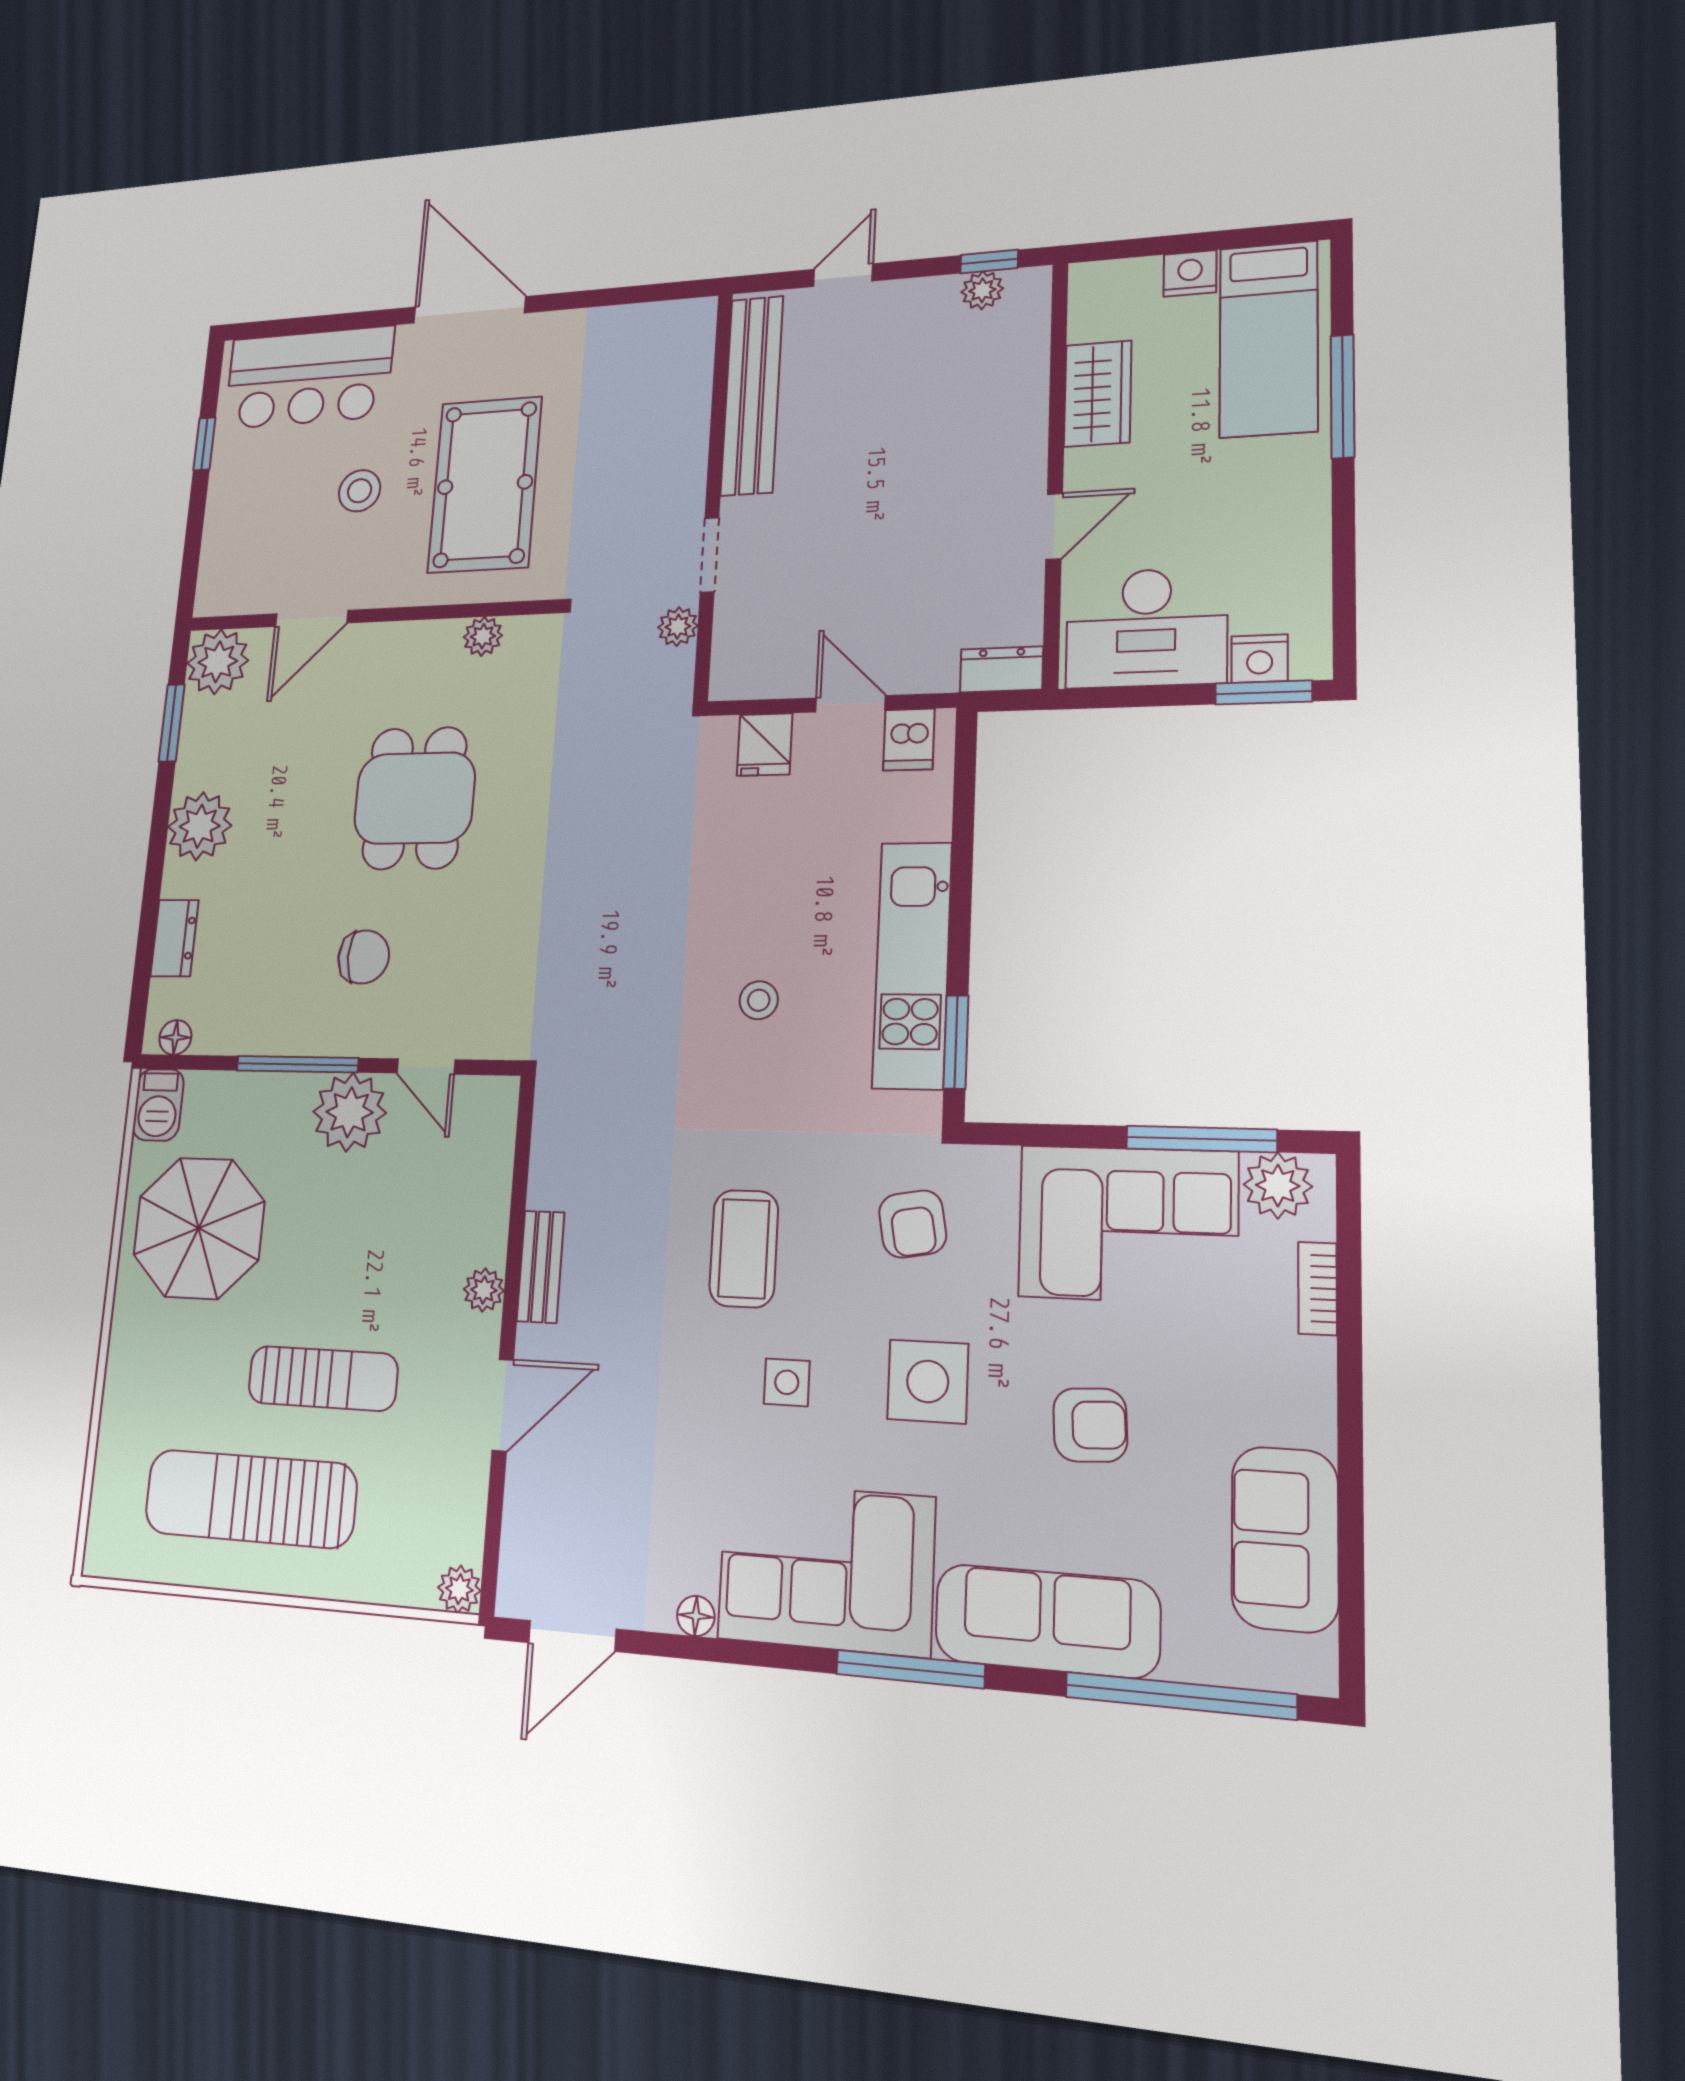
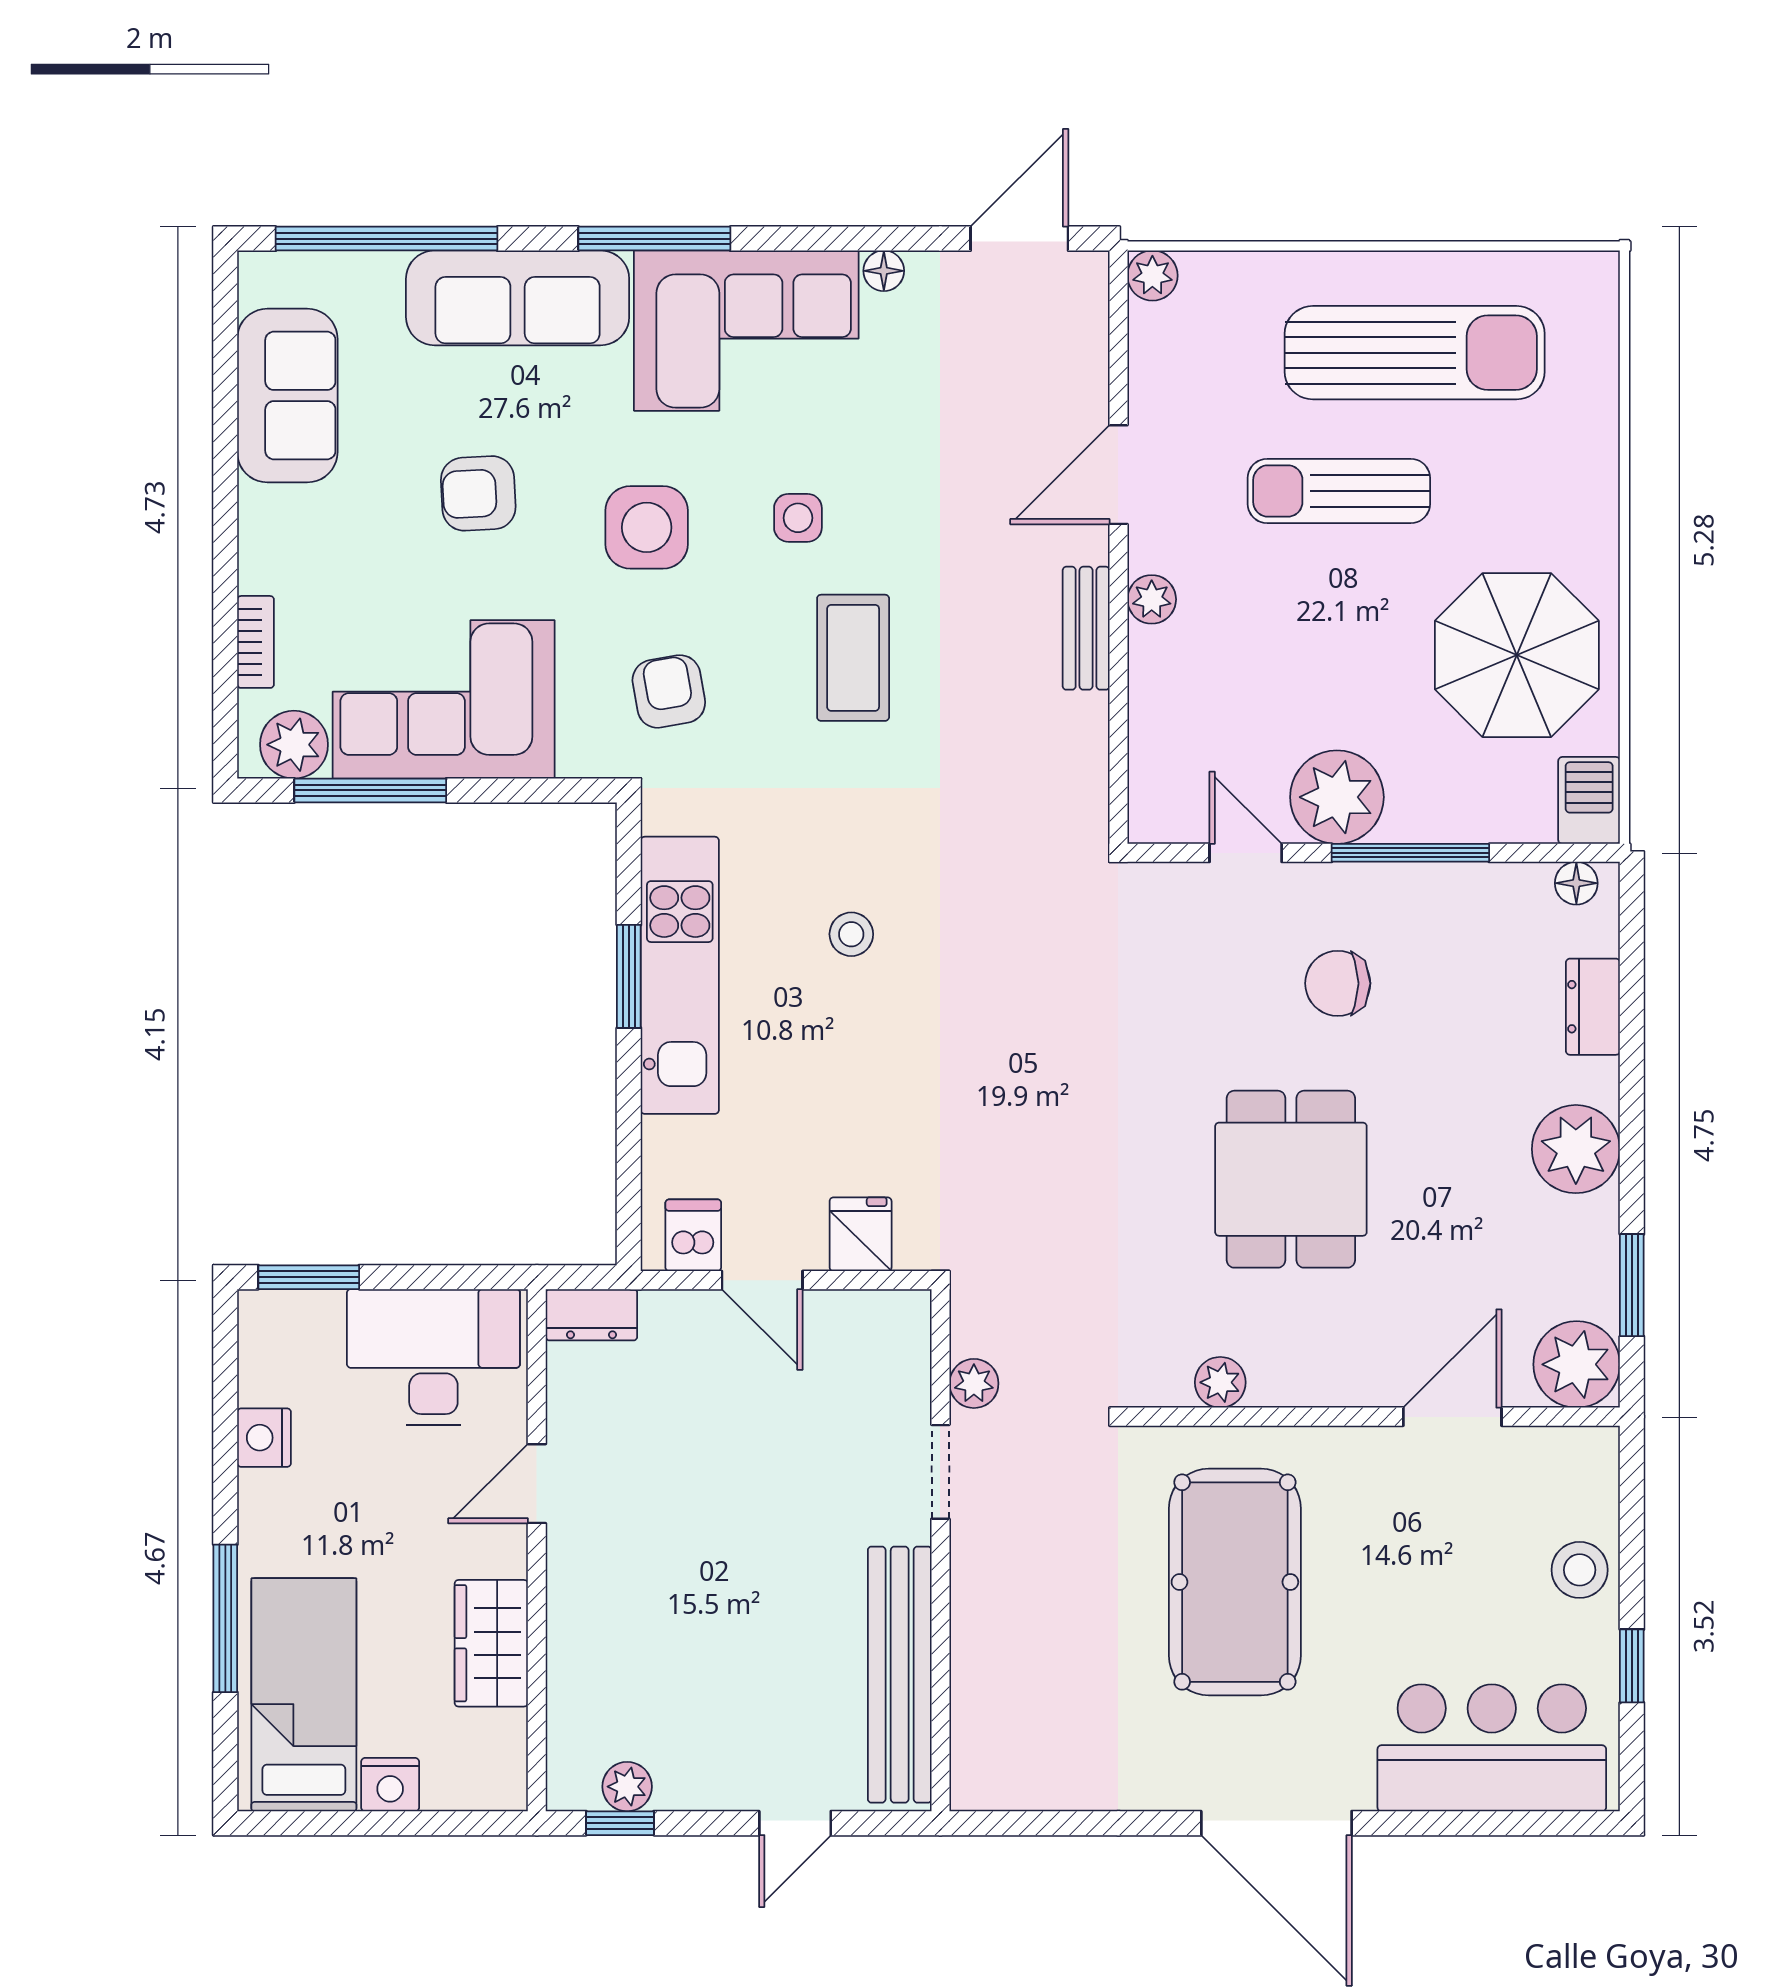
stool: (360, 491) -> (1580, 1570), moved
nightstand: (1260, 659) -> (264, 1438), moved, turned -90
window: (956, 1042) -> (629, 976), moved

